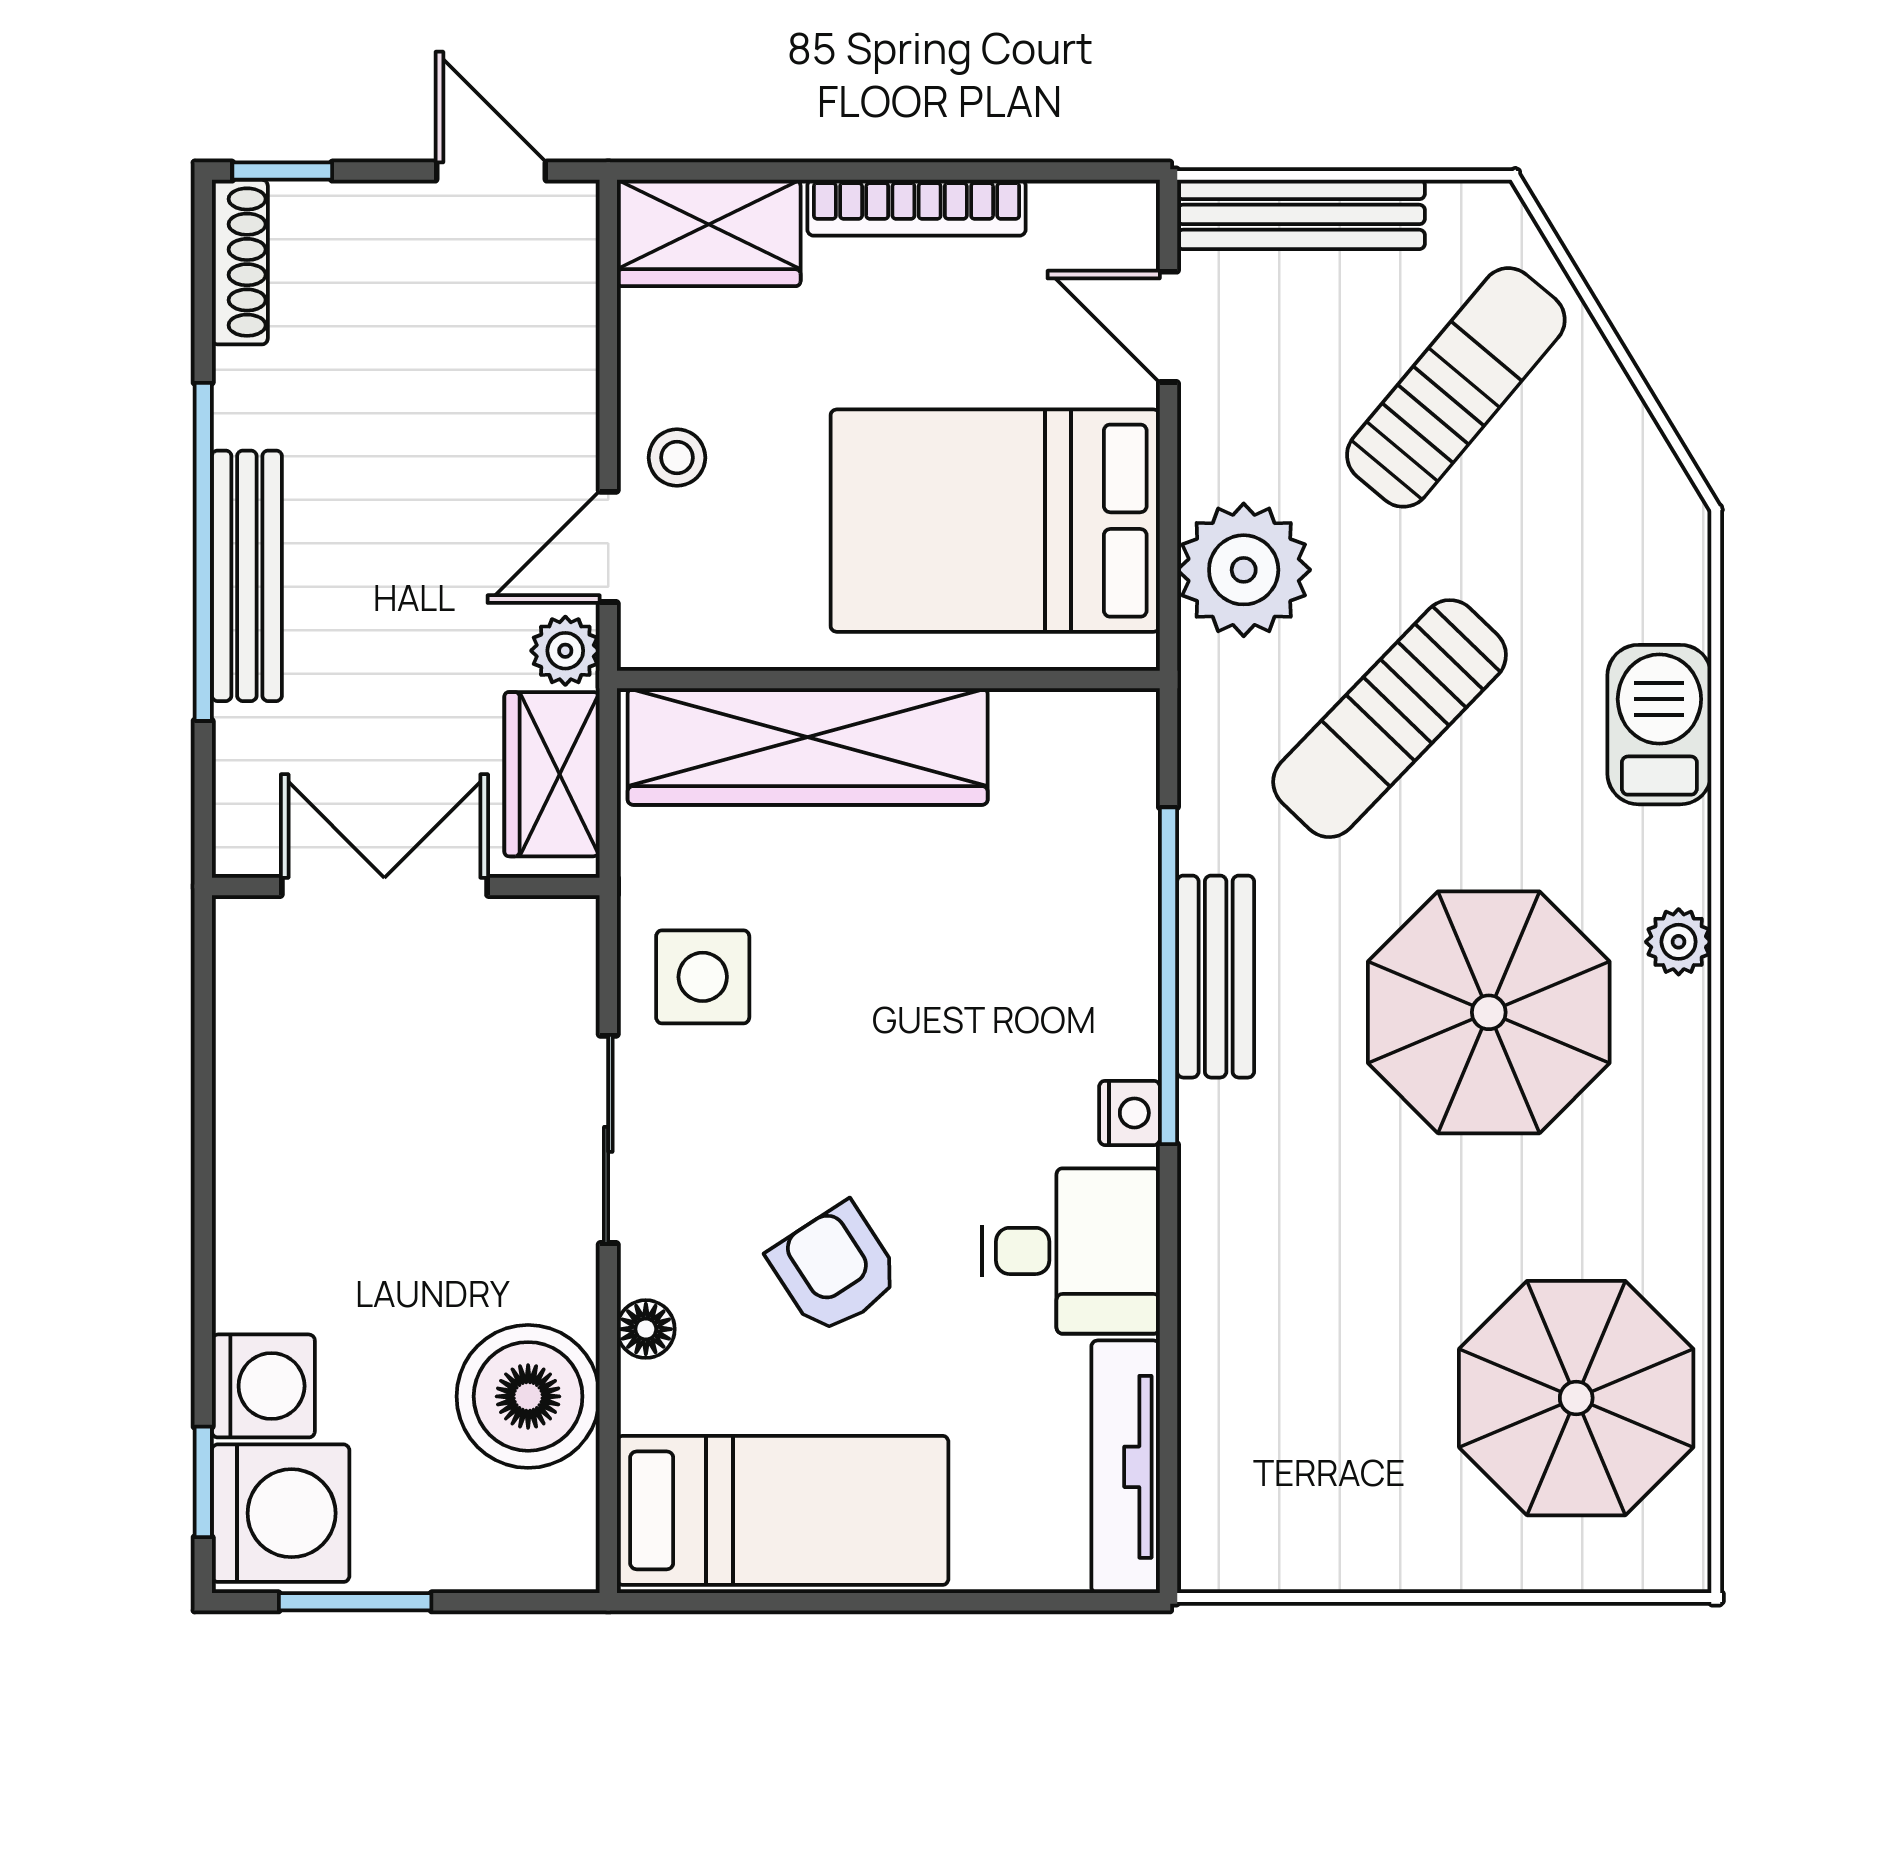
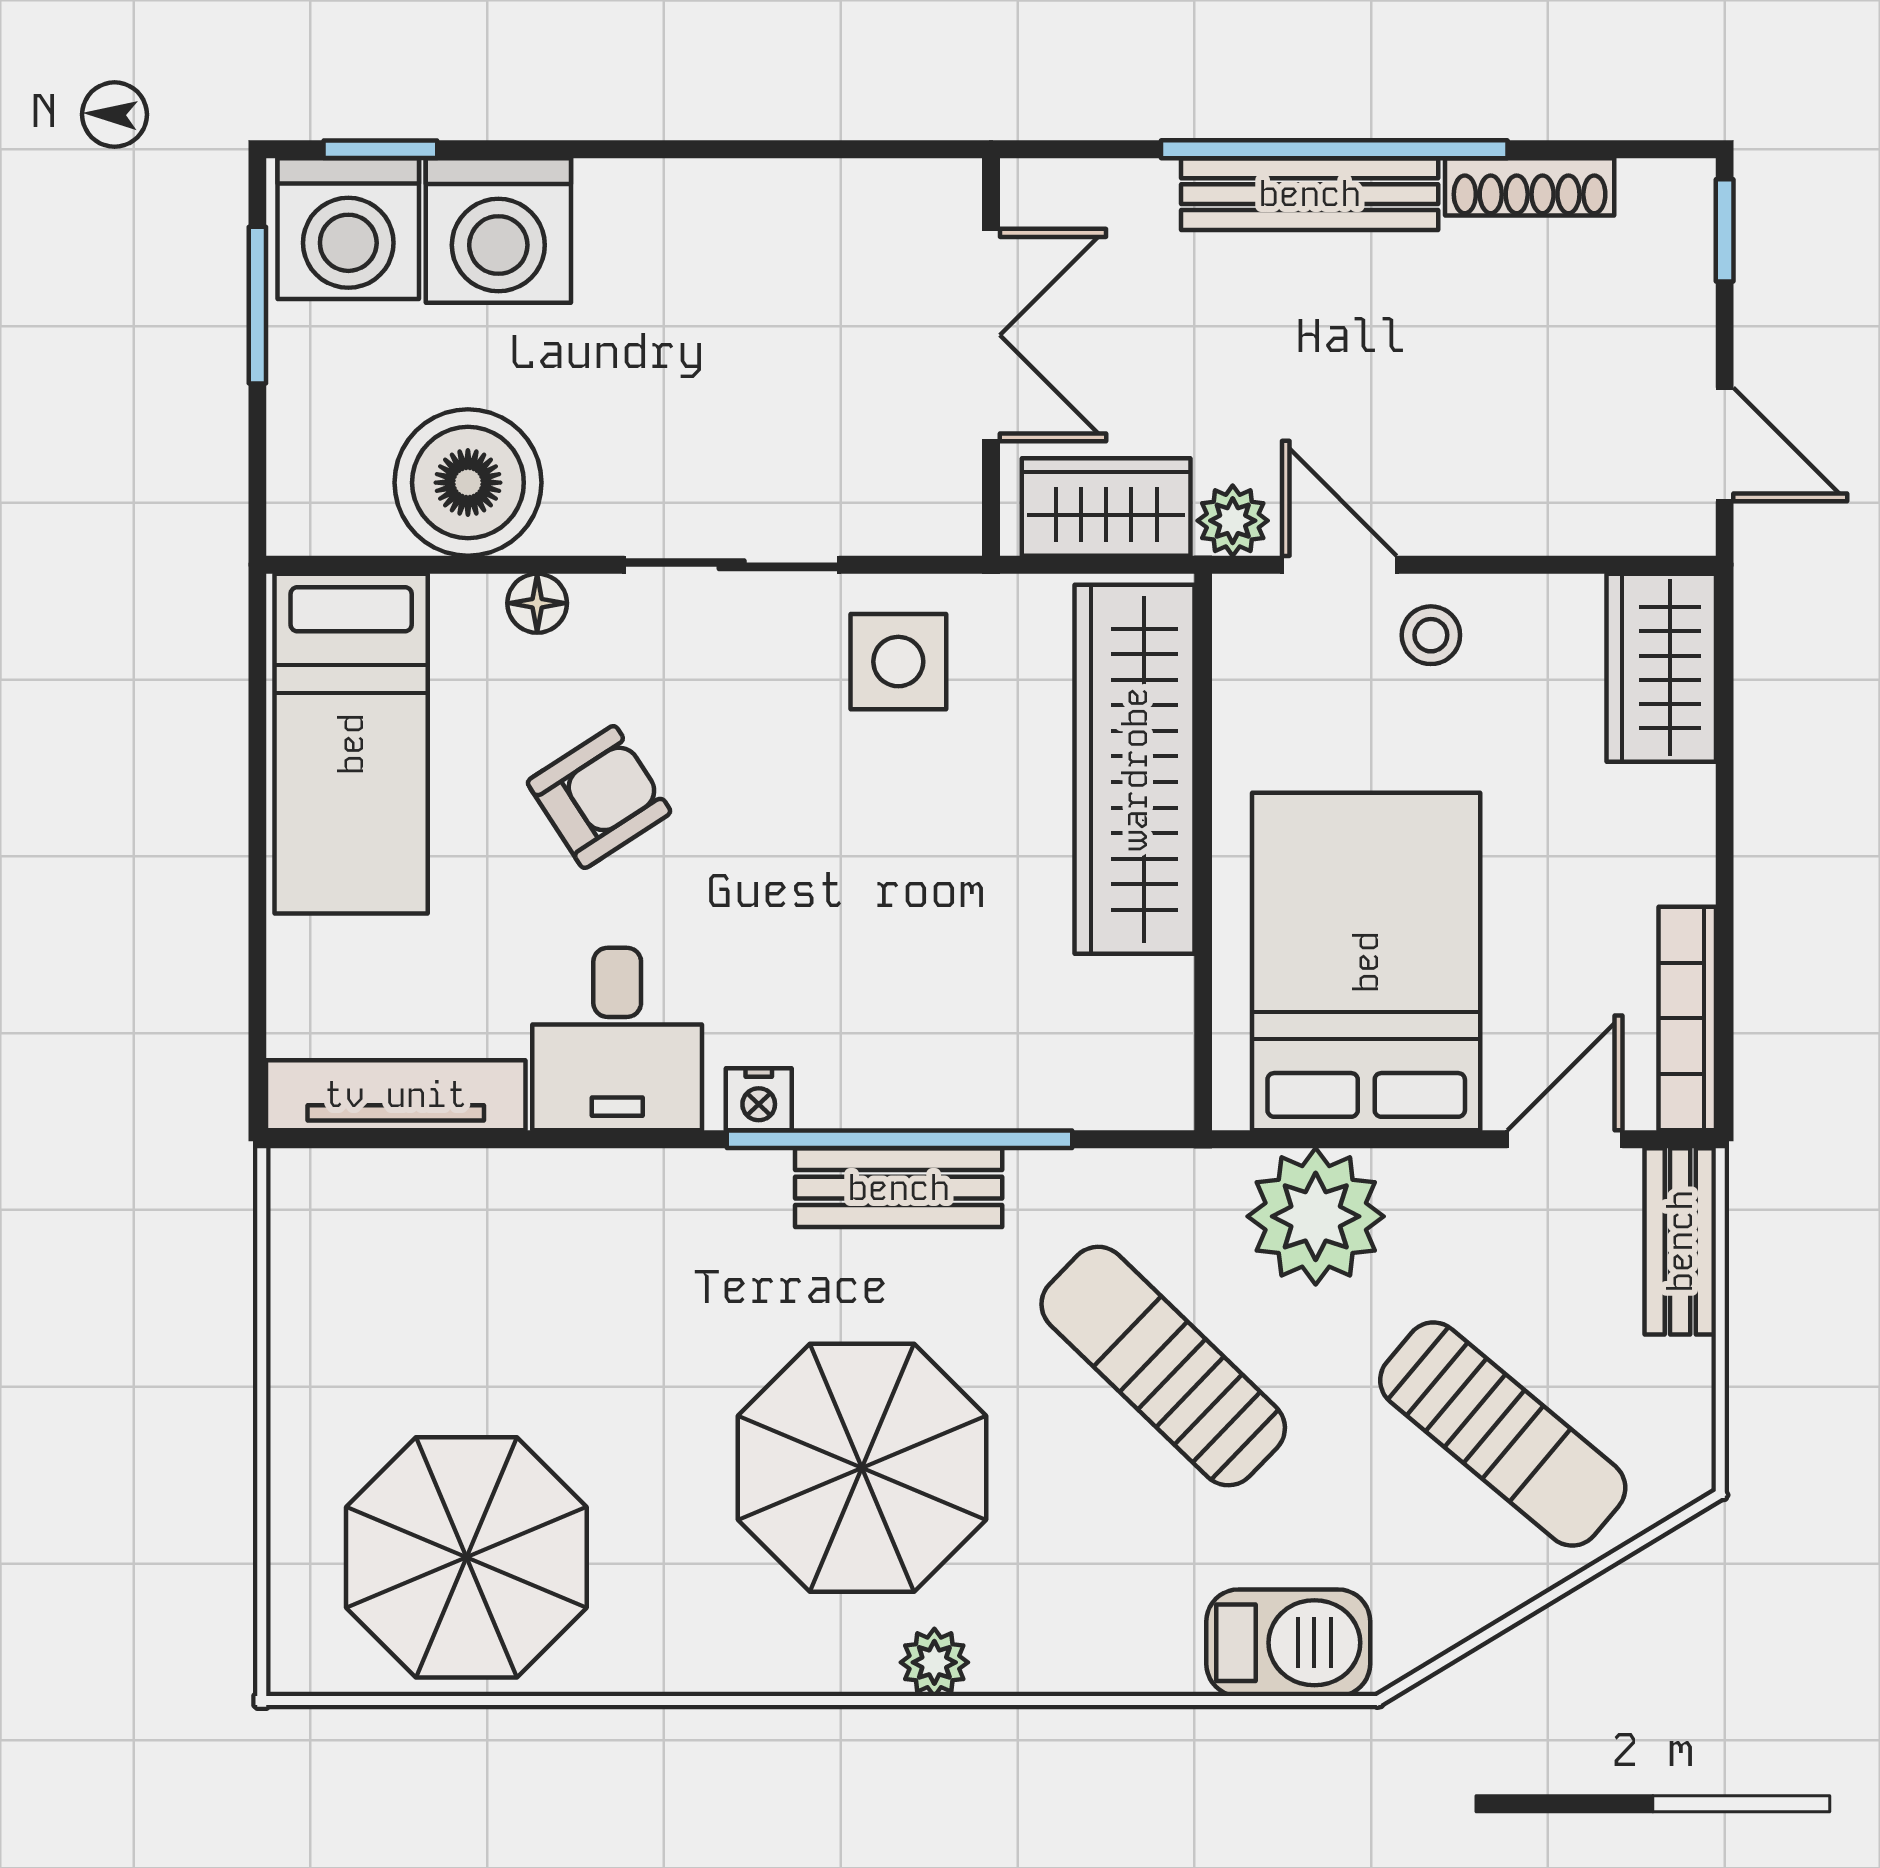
door: (491, 171) -> (1725, 445), hinge flipped
bookcase: (917, 208) -> (1687, 1018), moved
bench: (1301, 214) -> (1680, 1241), width x0.73
shoe rack: (240, 262) -> (1530, 187), moved
barbecue: (1659, 725) -> (1288, 1643), moved
washing machine: (263, 1386) -> (498, 231), width x1.37, depth x1.37

